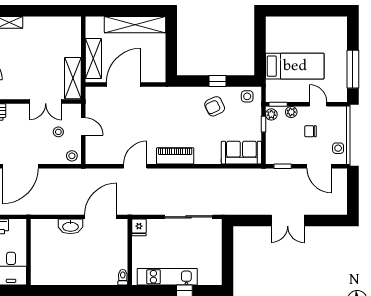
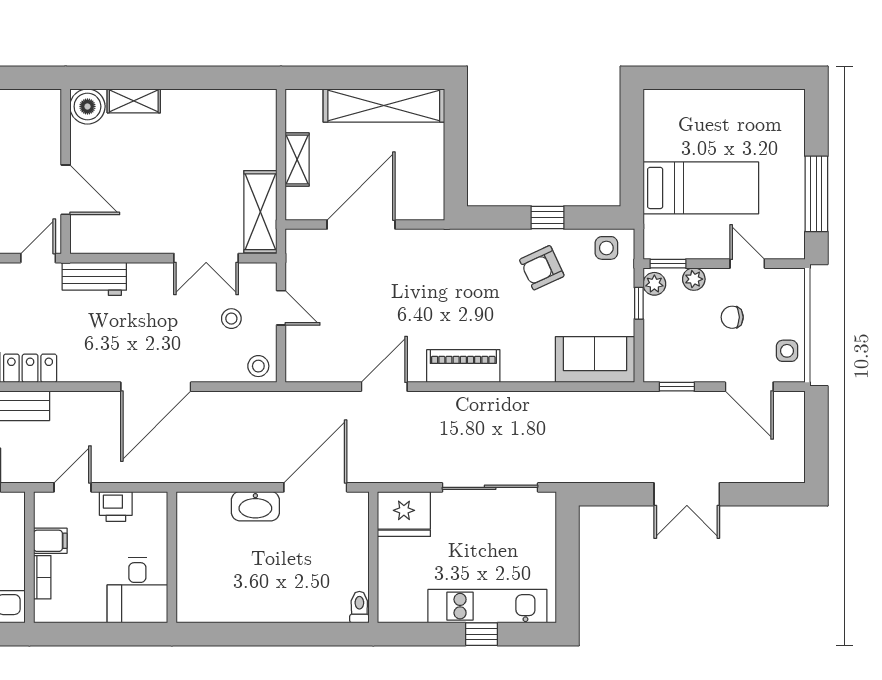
shelving: (93, 58) -> (297, 159), width x0.67, depth x0.75
fridge: (139, 227) -> (404, 514), width x1.88, depth x1.34
kitchen unit: (167, 277) -> (487, 606), moved

